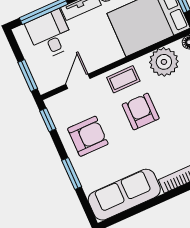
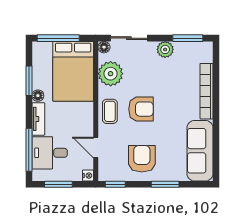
window: (28, 75) -> (58, 184), moved
nightstand: (44, 87) -> (88, 176), added
armchair: (141, 111) -> (141, 109), turned 180

